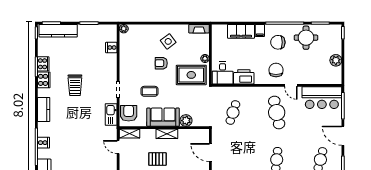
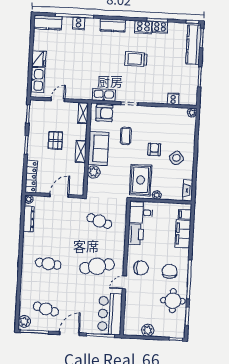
filing cabinet: (260, 30) -> (185, 214), moved
door: (118, 147) -> (58, 100), moved

